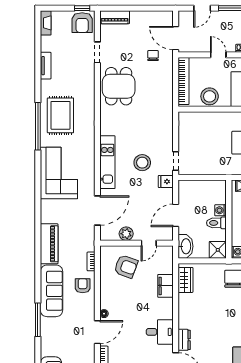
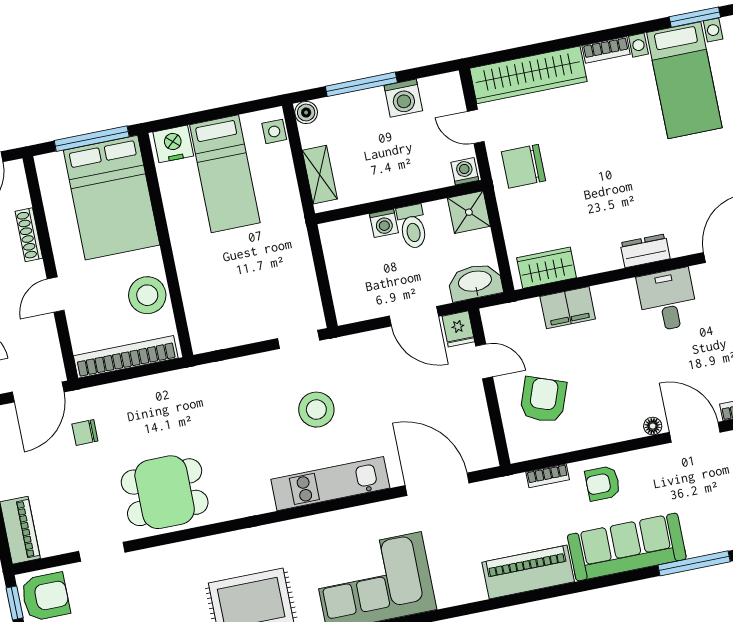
fridge: (166, 181) -> (458, 329), moved
plant: (126, 234) -> (474, 413), removed
dresser: (184, 340) -> (645, 251), moved

